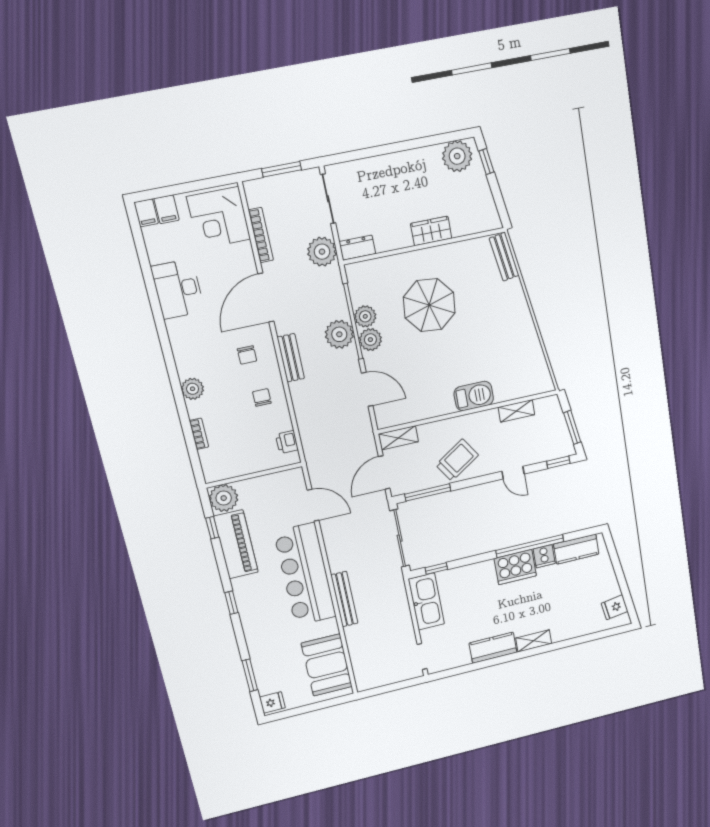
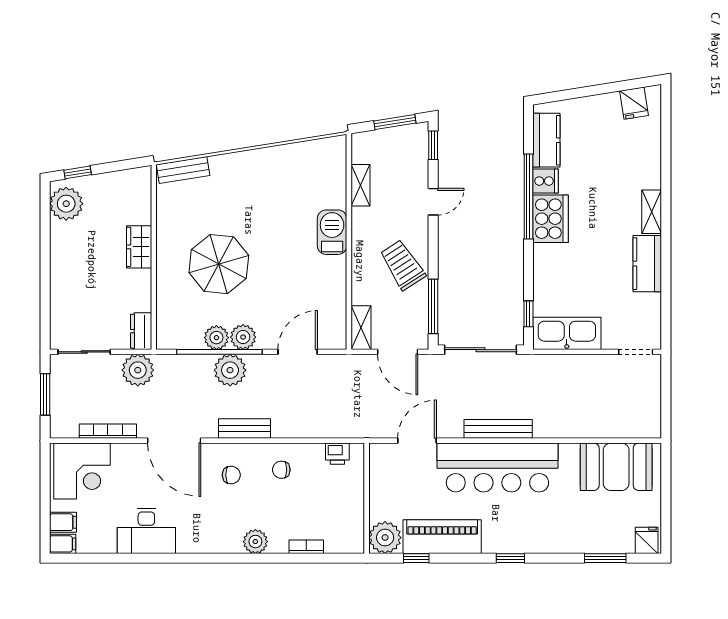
bench: (344, 599) -> (498, 429), moved

